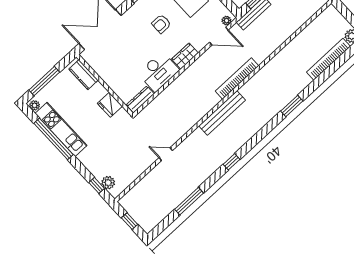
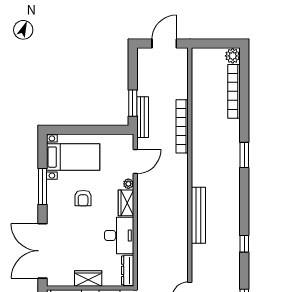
plant: (227, 21) -> (128, 184), moved
wardrobe: (110, 78) -> (88, 278), added
bookcase: (237, 79) -> (182, 126), moved

